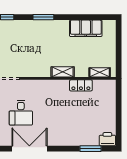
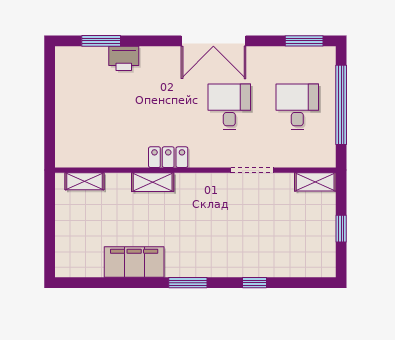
filing cabinet: (86, 28) -> (134, 262), moved
locker: (81, 85) -> (168, 157), moved
printer: (107, 139) -> (124, 58), moved

